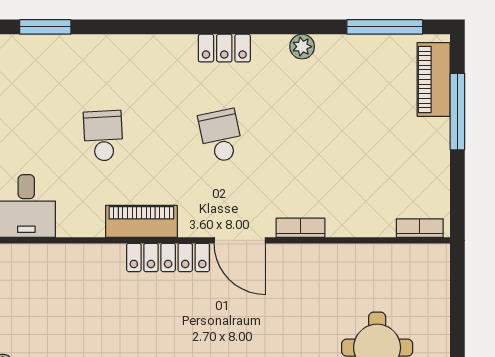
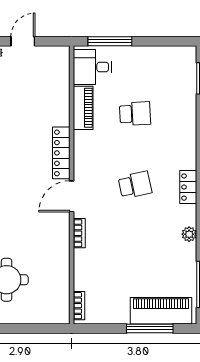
piano: (434, 79) -> (161, 311), width x1.37, depth x1.33
piano: (141, 221) -> (83, 108), moved

